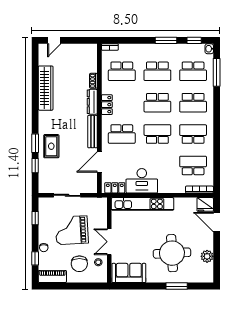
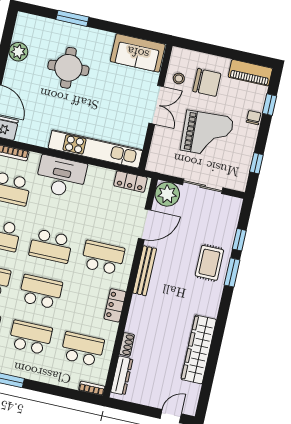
dresser: (92, 102) -> (122, 375), moved
desk: (142, 181) -> (61, 177), moved
plant: (89, 185) -> (167, 194), added
round table: (172, 253) -> (68, 68), width x0.73, depth x0.73
chair: (79, 264) -> (207, 82), turned 90

